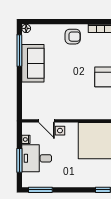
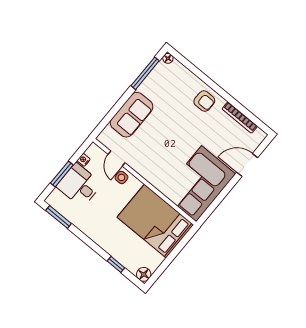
sofa: (33, 63) -> (132, 115), moved

